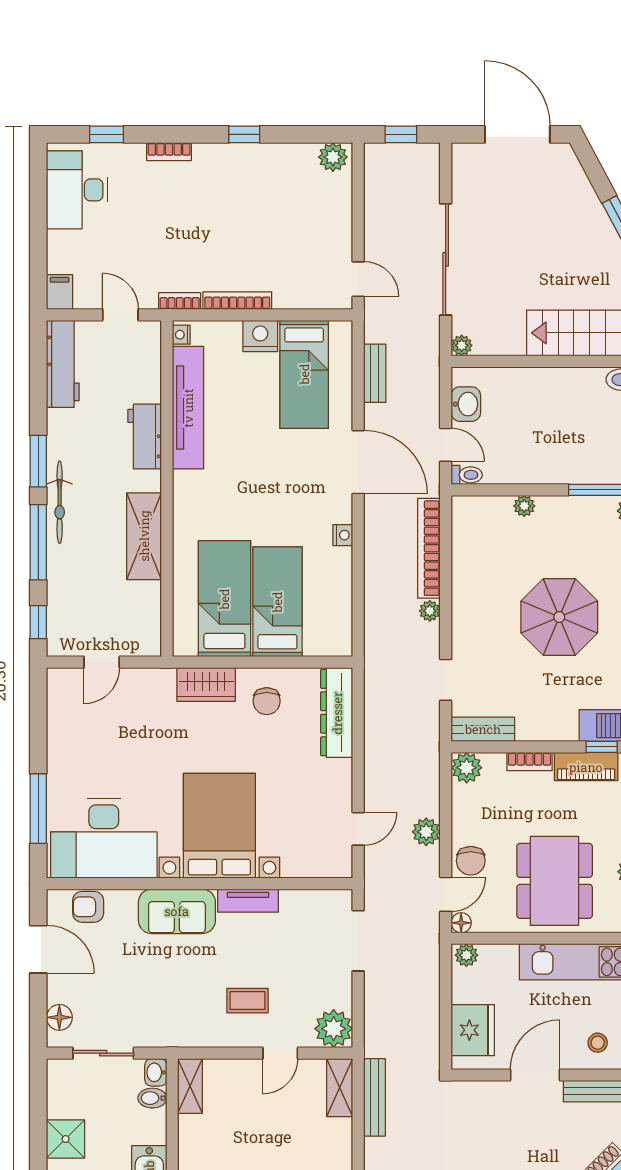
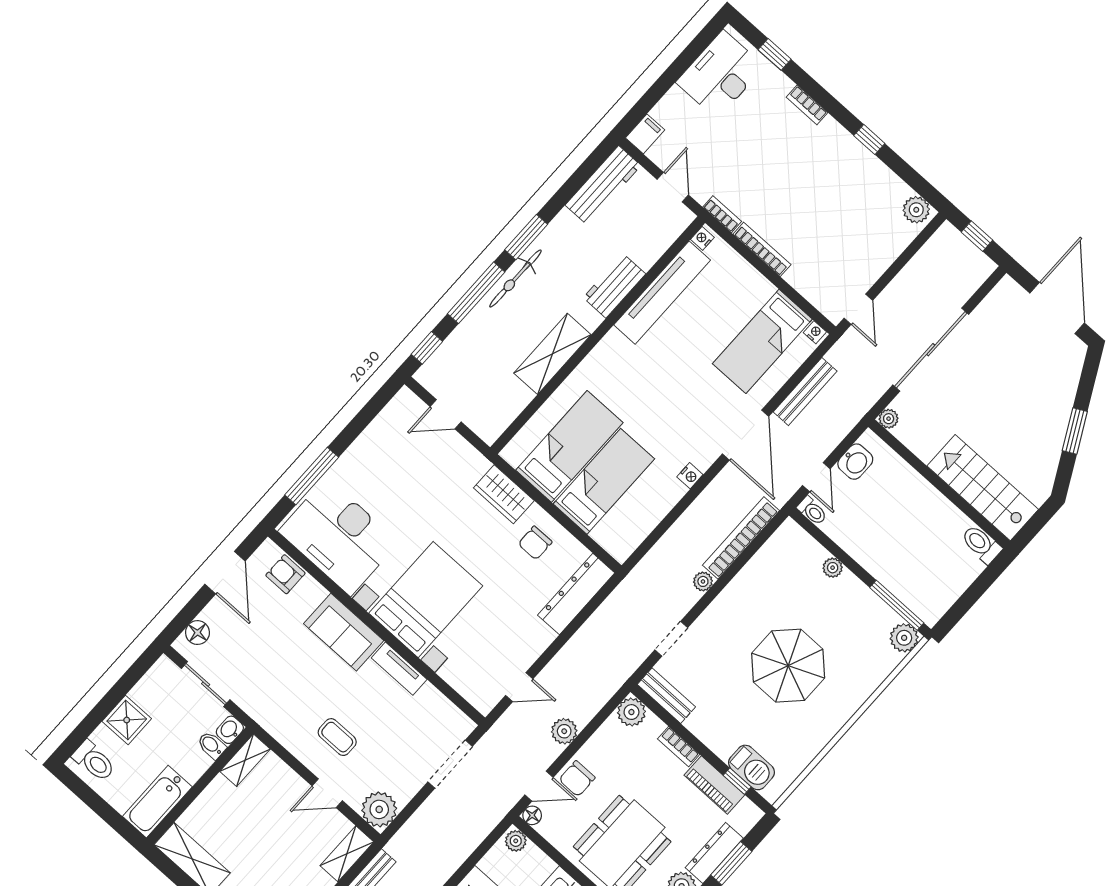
nightstand: (260, 336) -> (815, 332), moved, width x0.53, depth x0.56
bench: (375, 373) -> (805, 392), width x1.36

